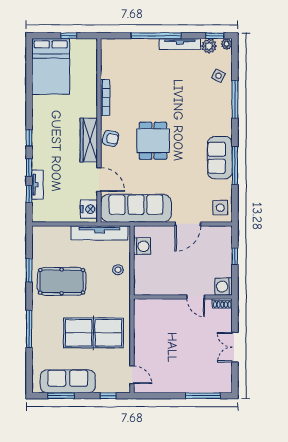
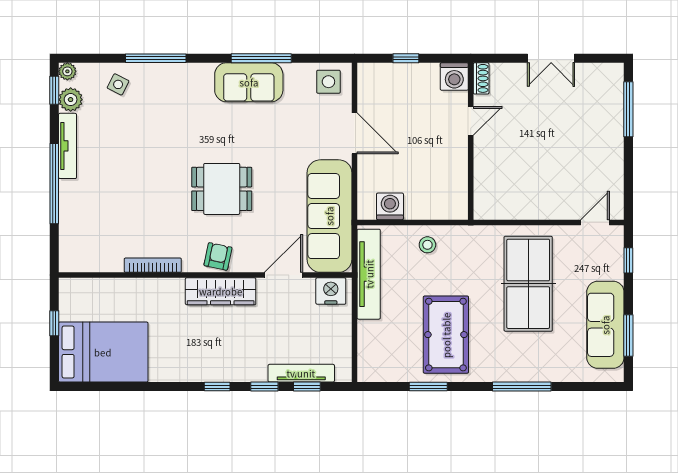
tv unit: (37, 185) -> (301, 373), width x1.41

